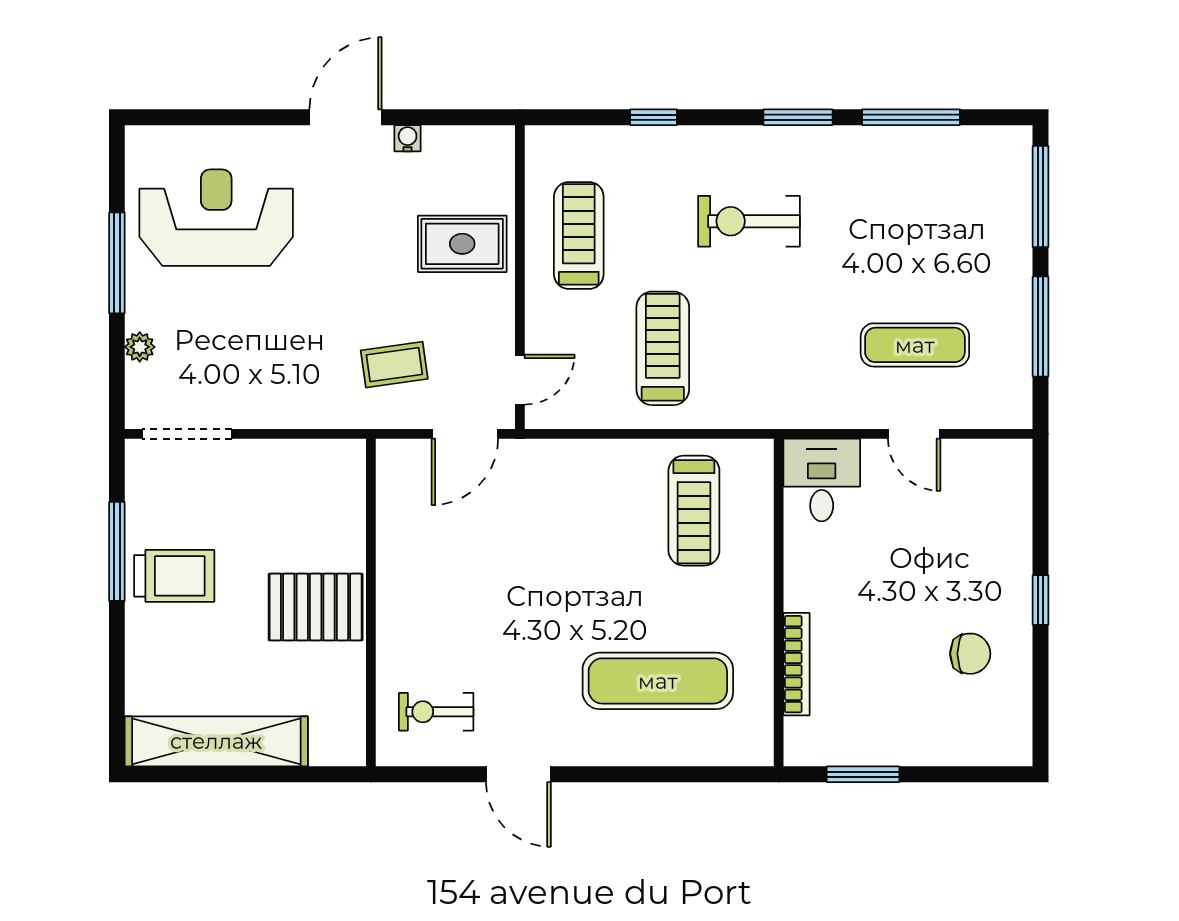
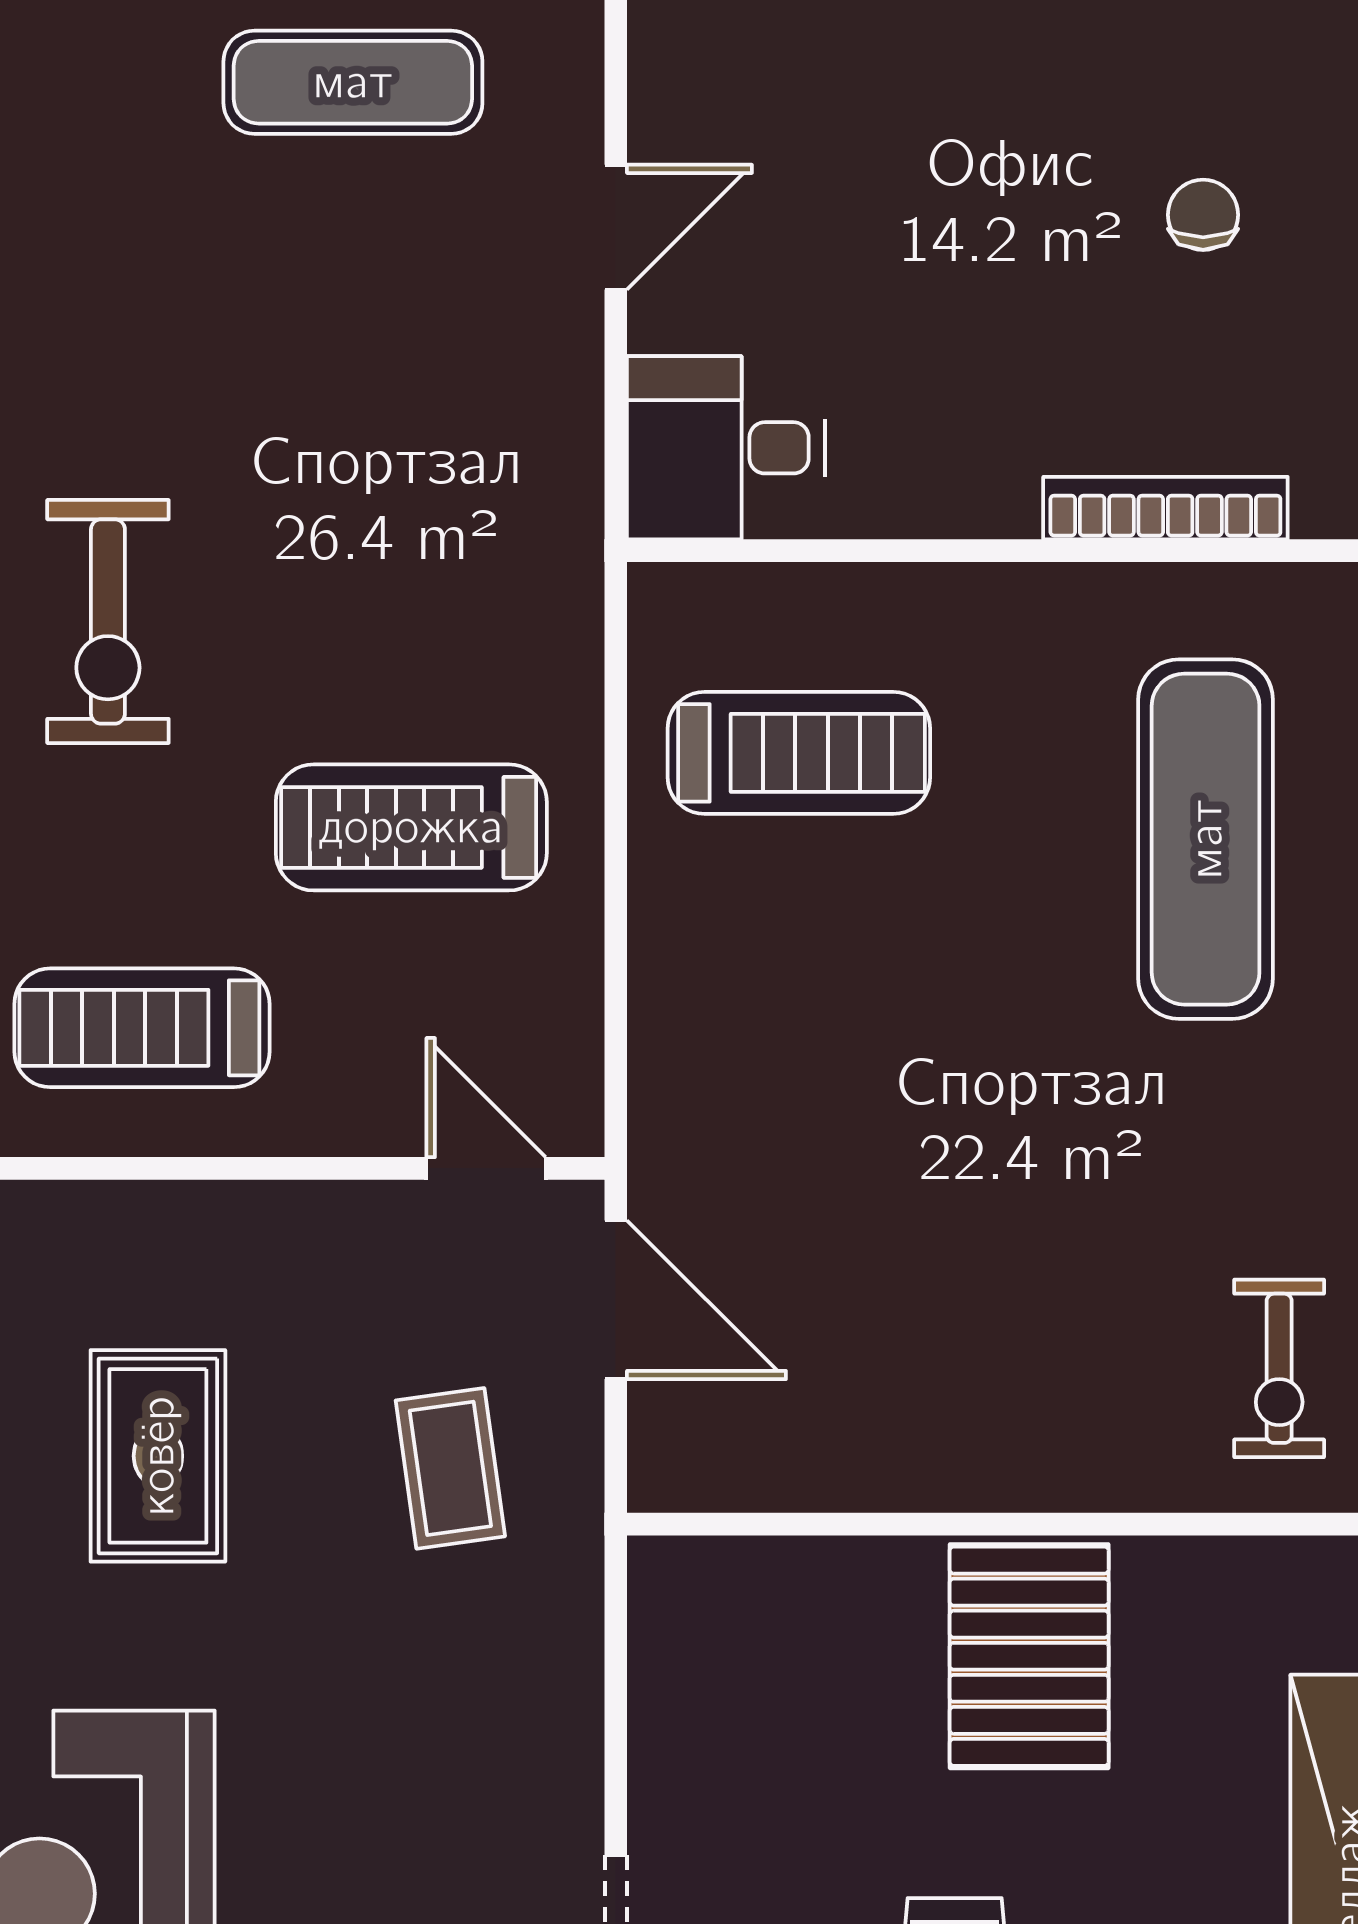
rug: (462, 244) -> (158, 1456), moved
exercise mat: (915, 345) -> (353, 82), moved, turned 90
chair: (970, 654) -> (1203, 215), moved, width x0.73, depth x0.73

